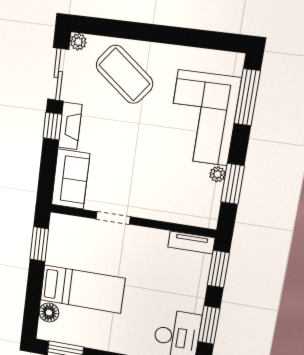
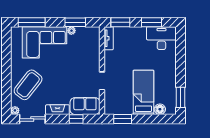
window: (52, 126) -> (76, 119), moved

